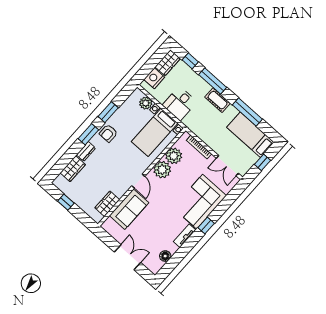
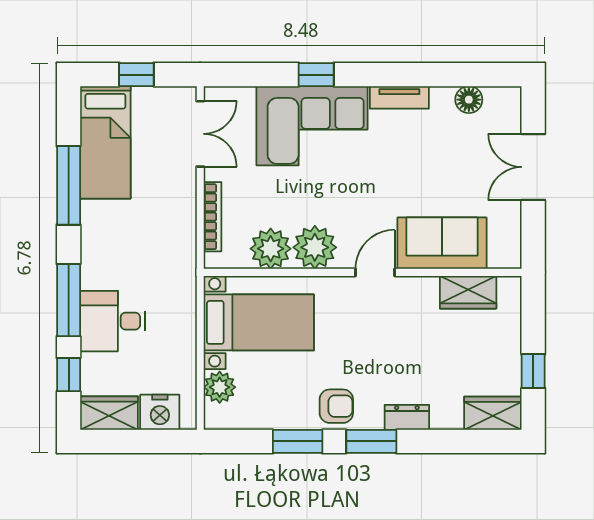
cot: (218, 100) -> (96, 260), removed
desk: (180, 104) -> (113, 321), moved, turned 180
wardrobe: (73, 169) -> (493, 413), moved
window: (206, 225) -> (316, 75), moved

